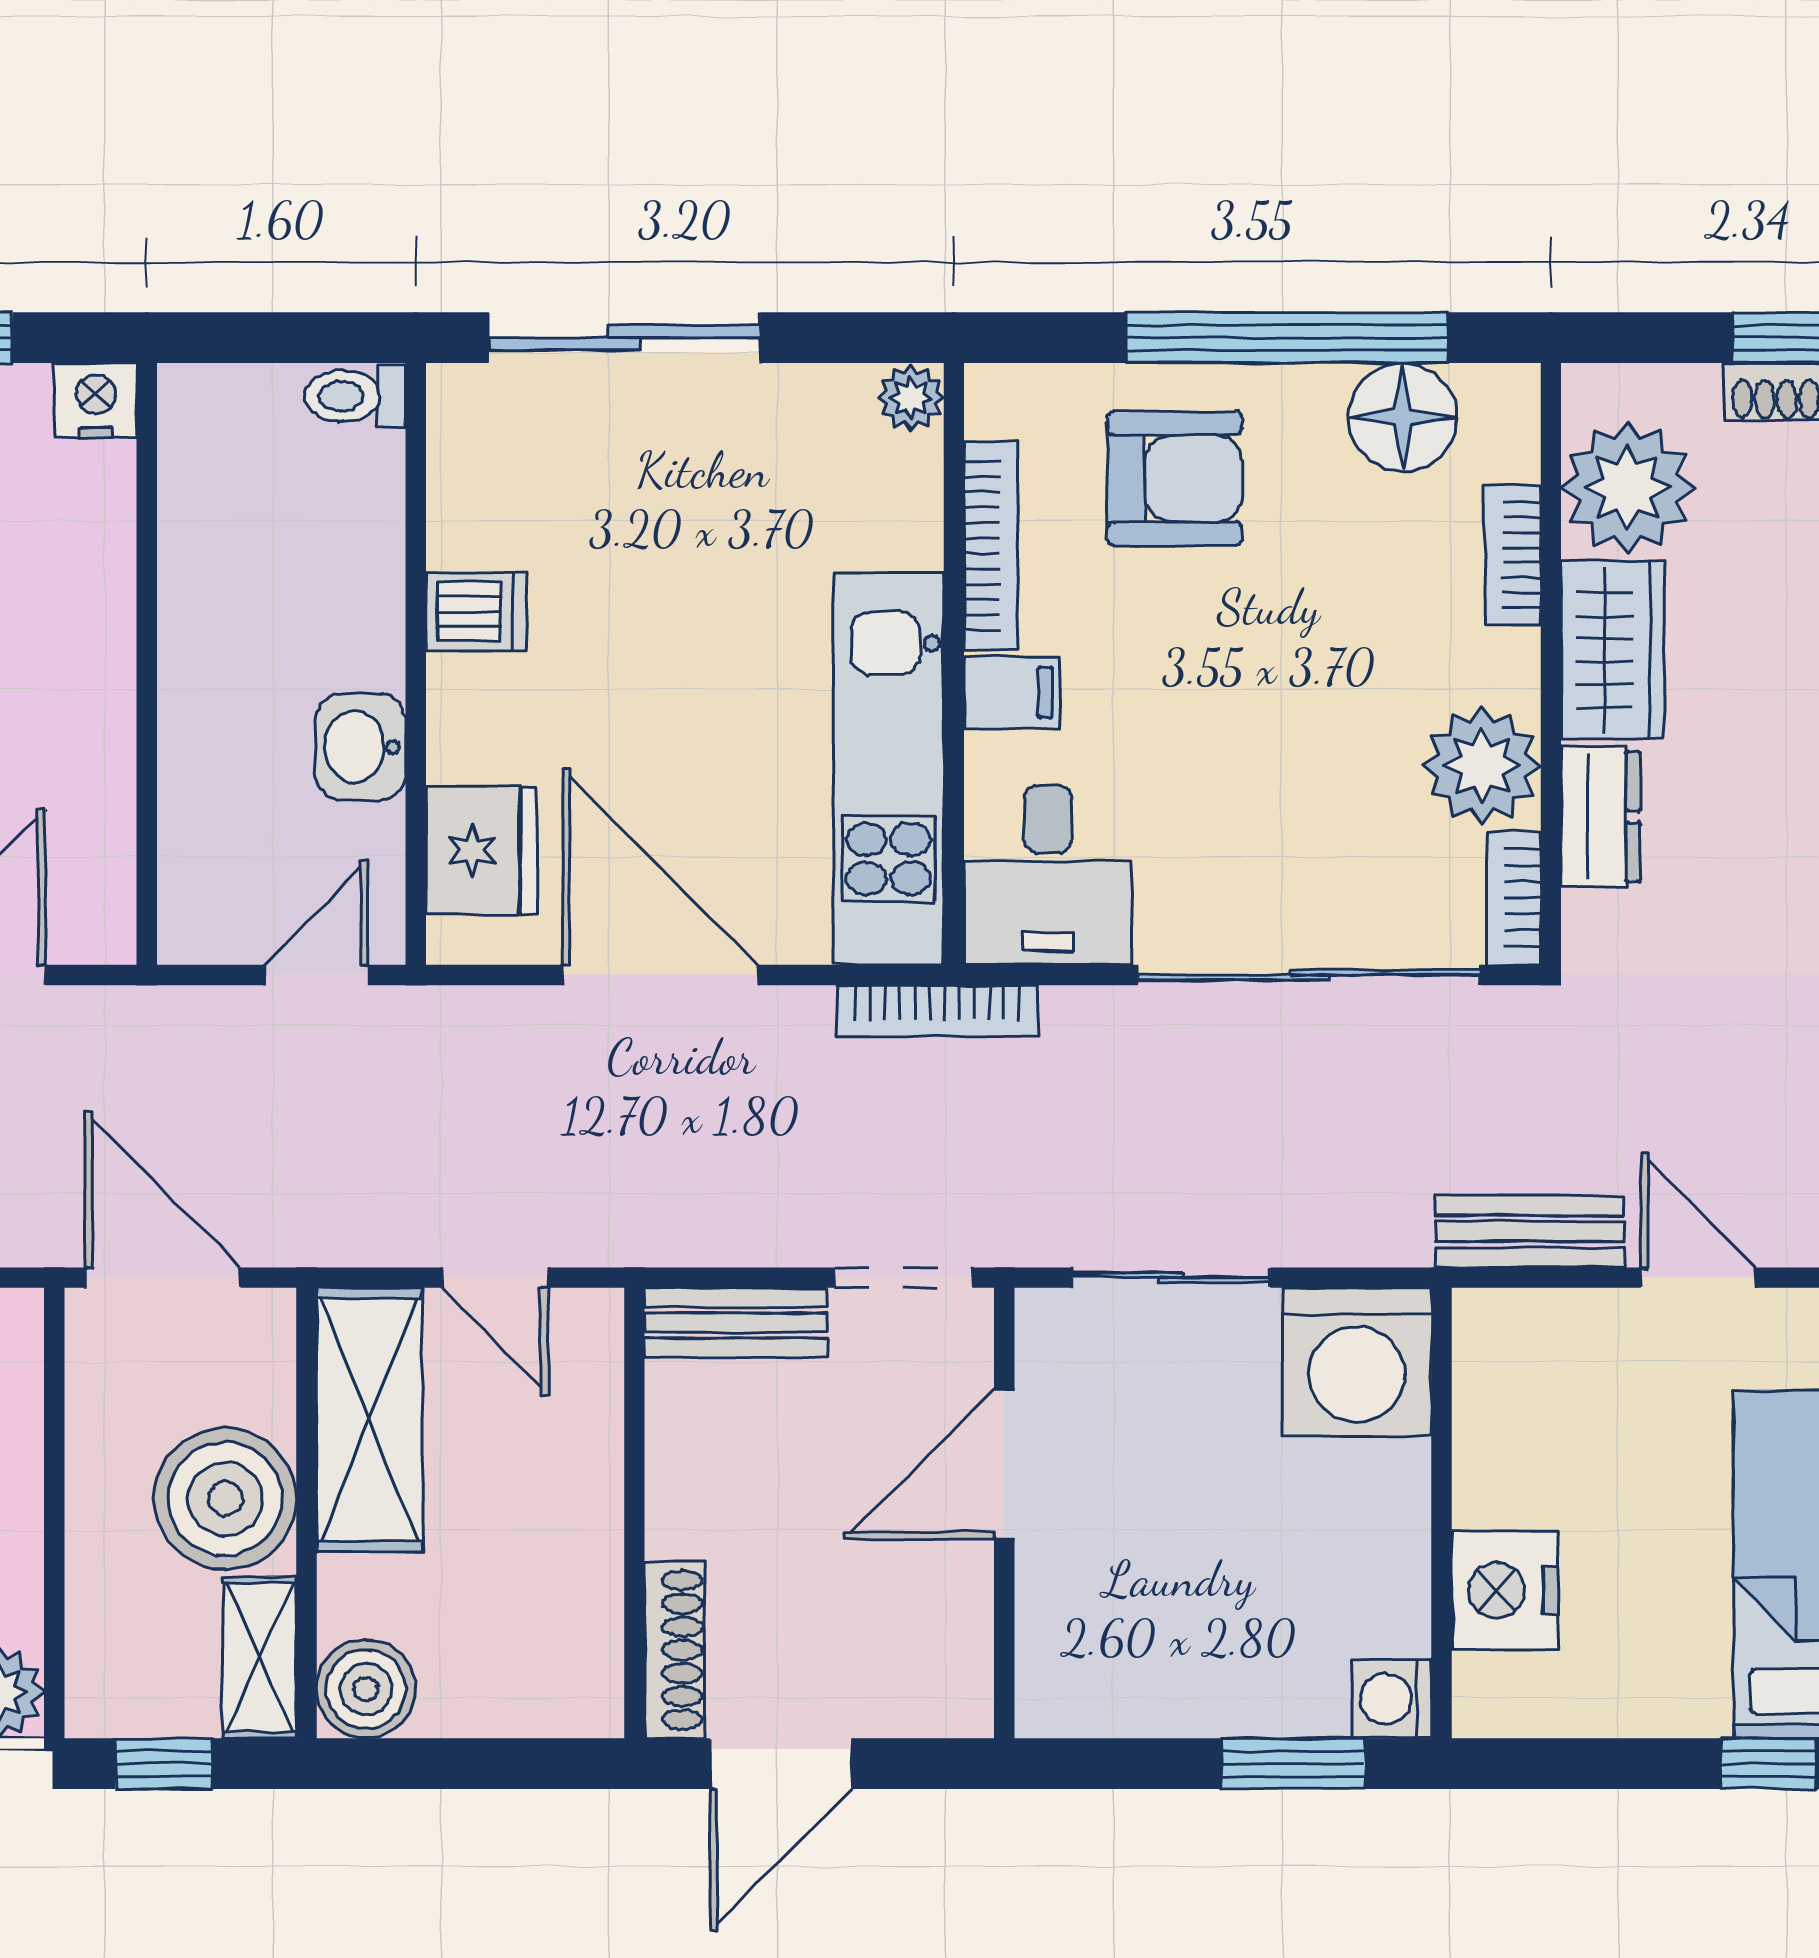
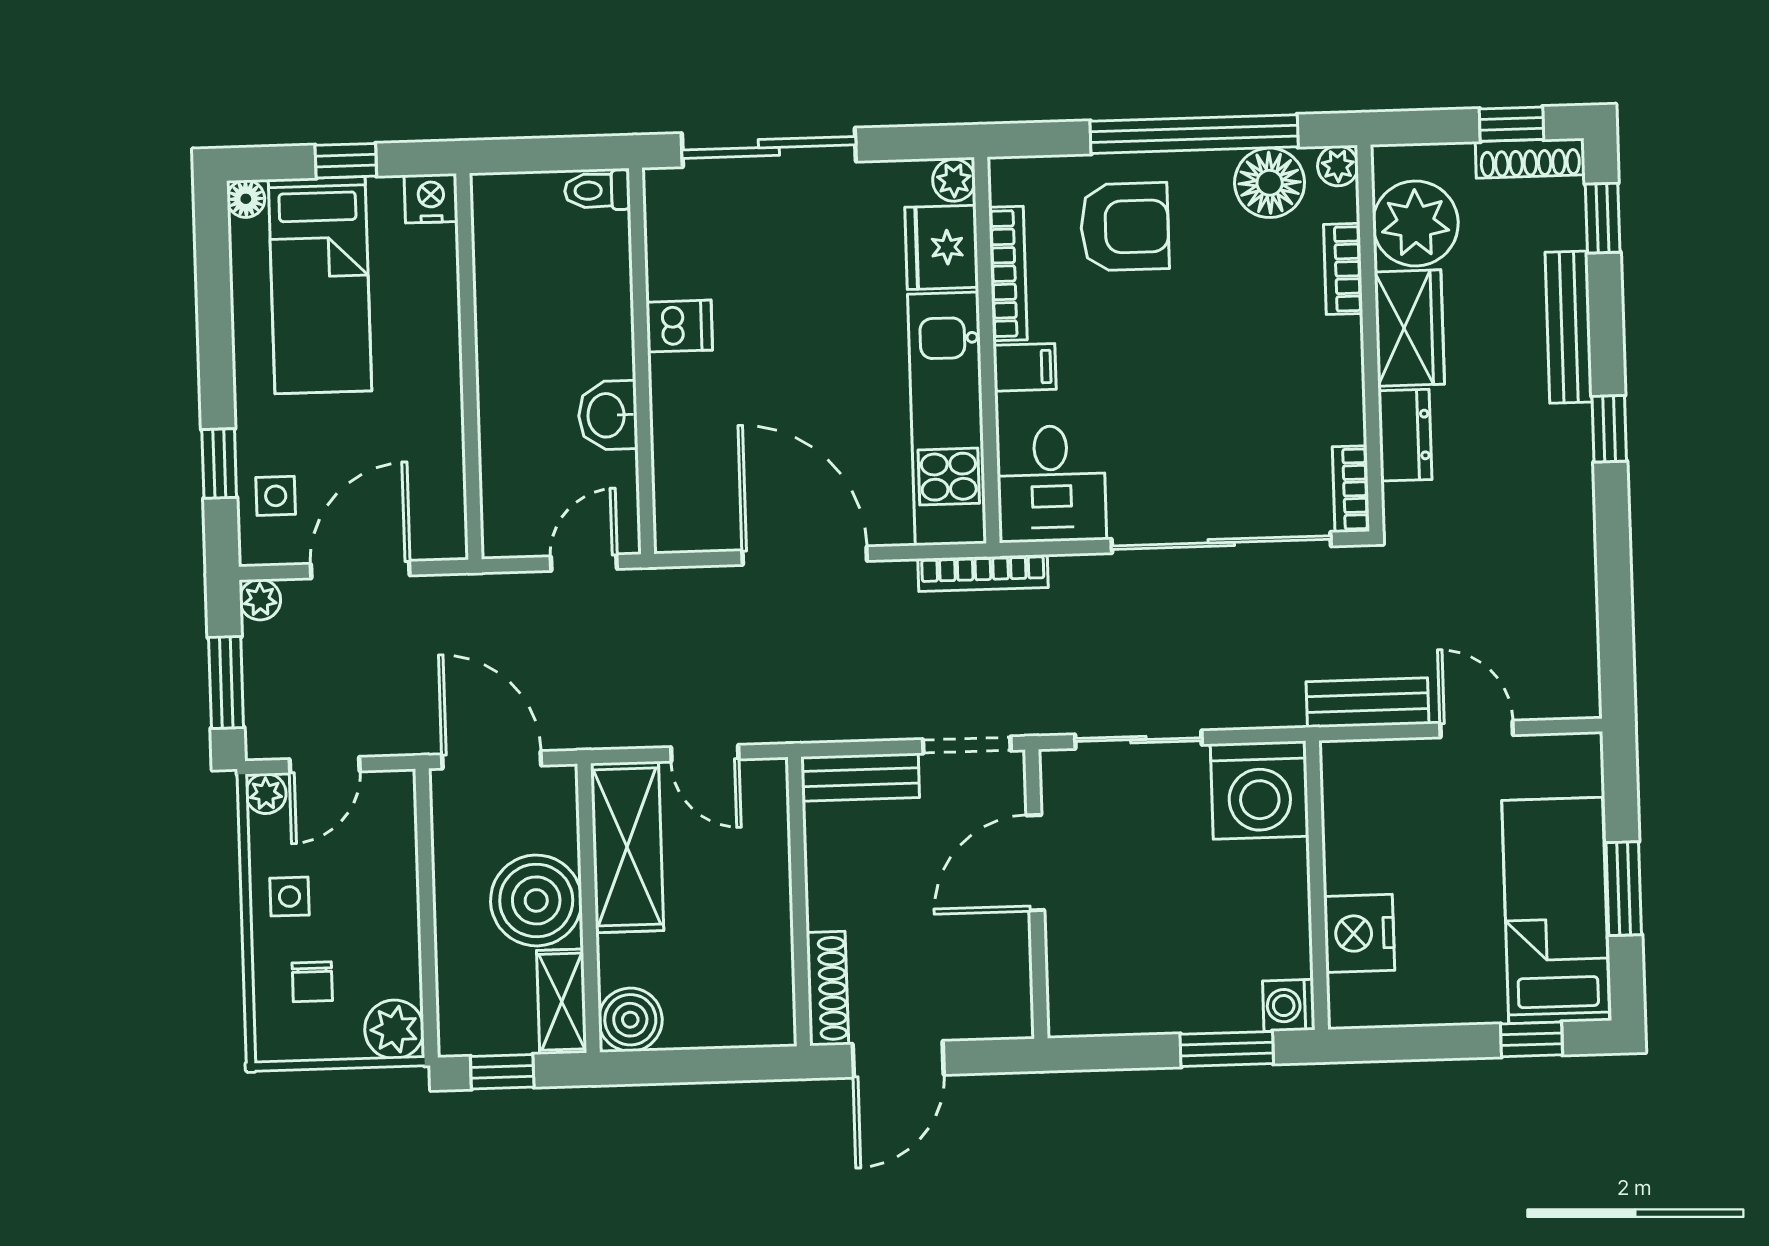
plant: (1482, 766) -> (1338, 166), moved, width x0.53, depth x0.53
fridge: (481, 851) -> (942, 247), moved, turned 180

